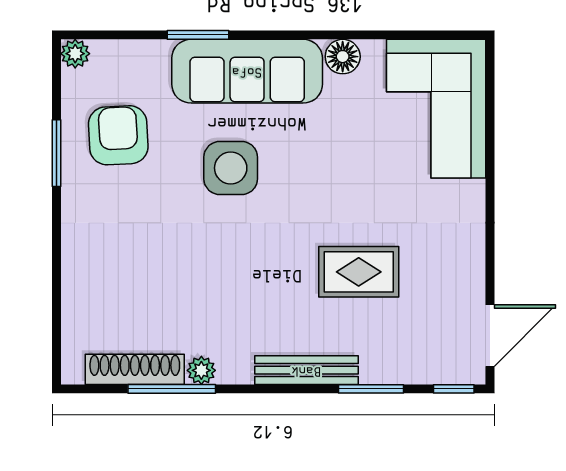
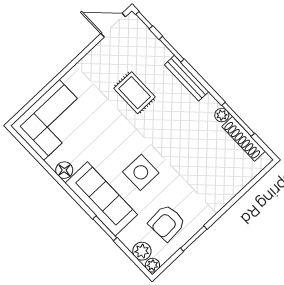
plant: (111, 58) -> (142, 251), added

